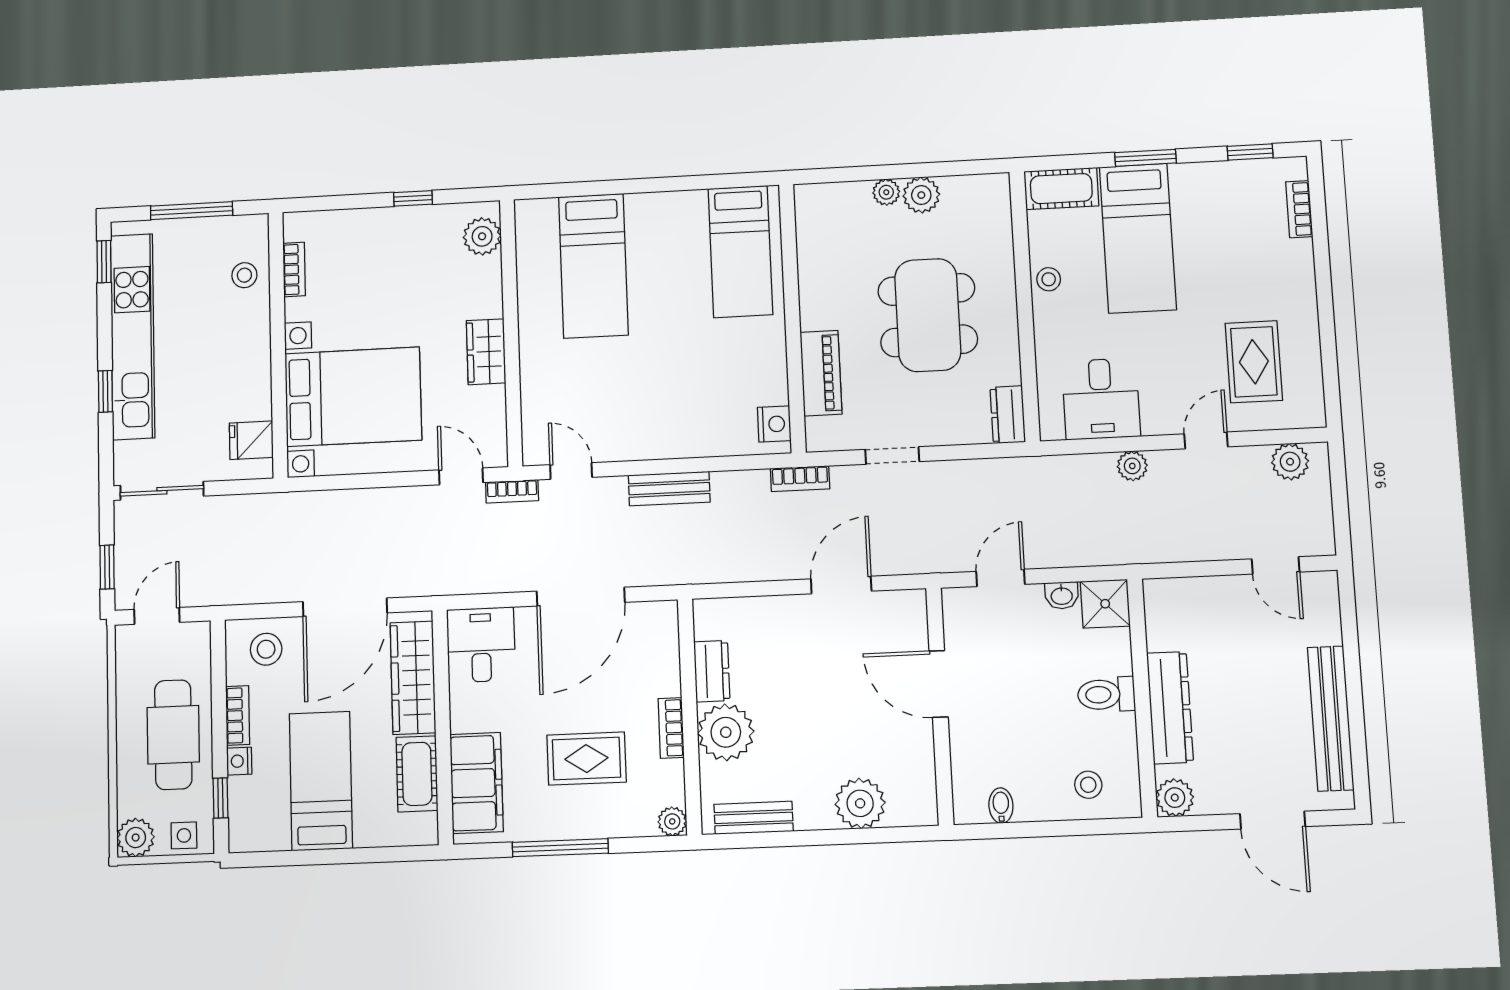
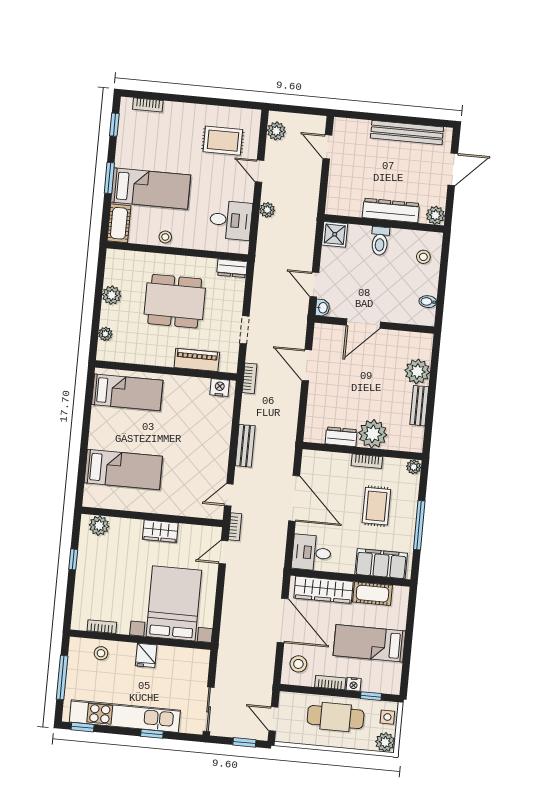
plant: (886, 192) -> (105, 334), moved
fridge: (251, 440) -> (146, 655), moved
door: (1276, 565) -> (327, 147), swing flipped
washbasin: (1062, 595) -> (323, 308), moved
bench: (754, 818) -> (419, 406), moved

